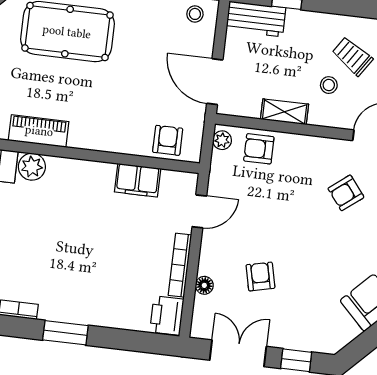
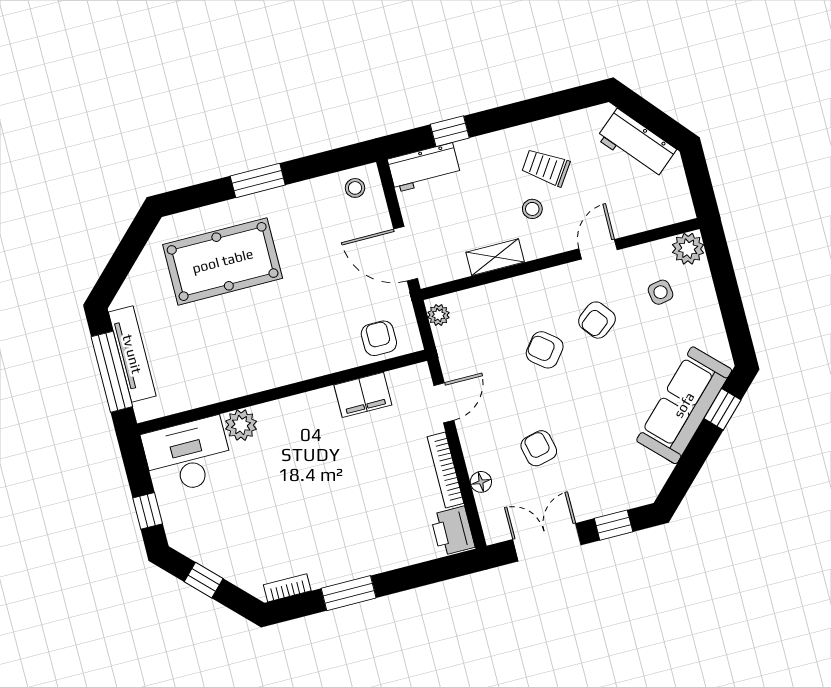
piano: (39, 131) -> (233, 383), removed
armchair: (259, 149) -> (545, 350), moved, turned 38

